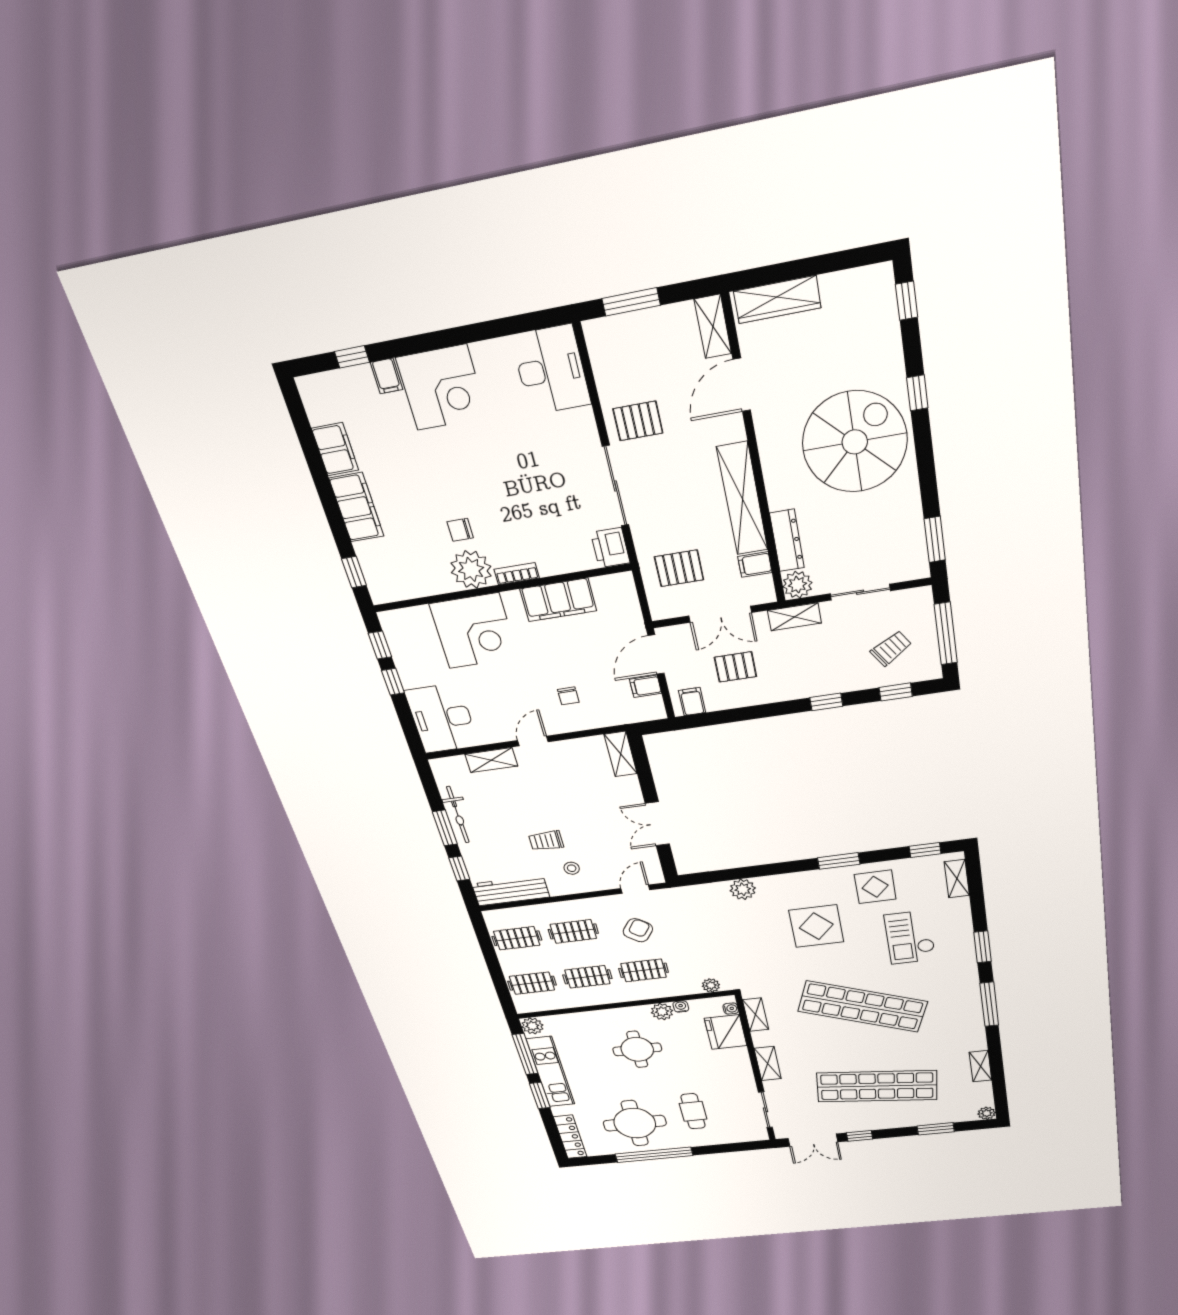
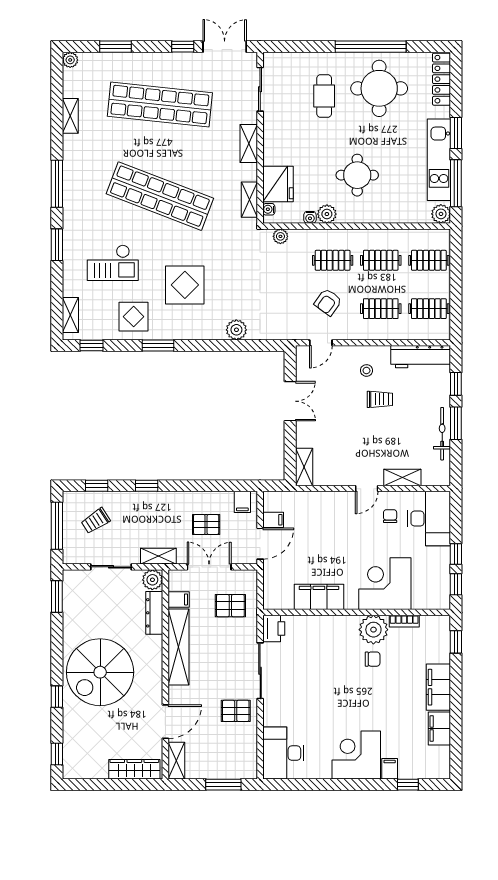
bookcase: (517, 574) -> (404, 621), moved
chair: (568, 696) -> (390, 516), moved
checkout: (910, 937) -> (113, 263), turned 90

